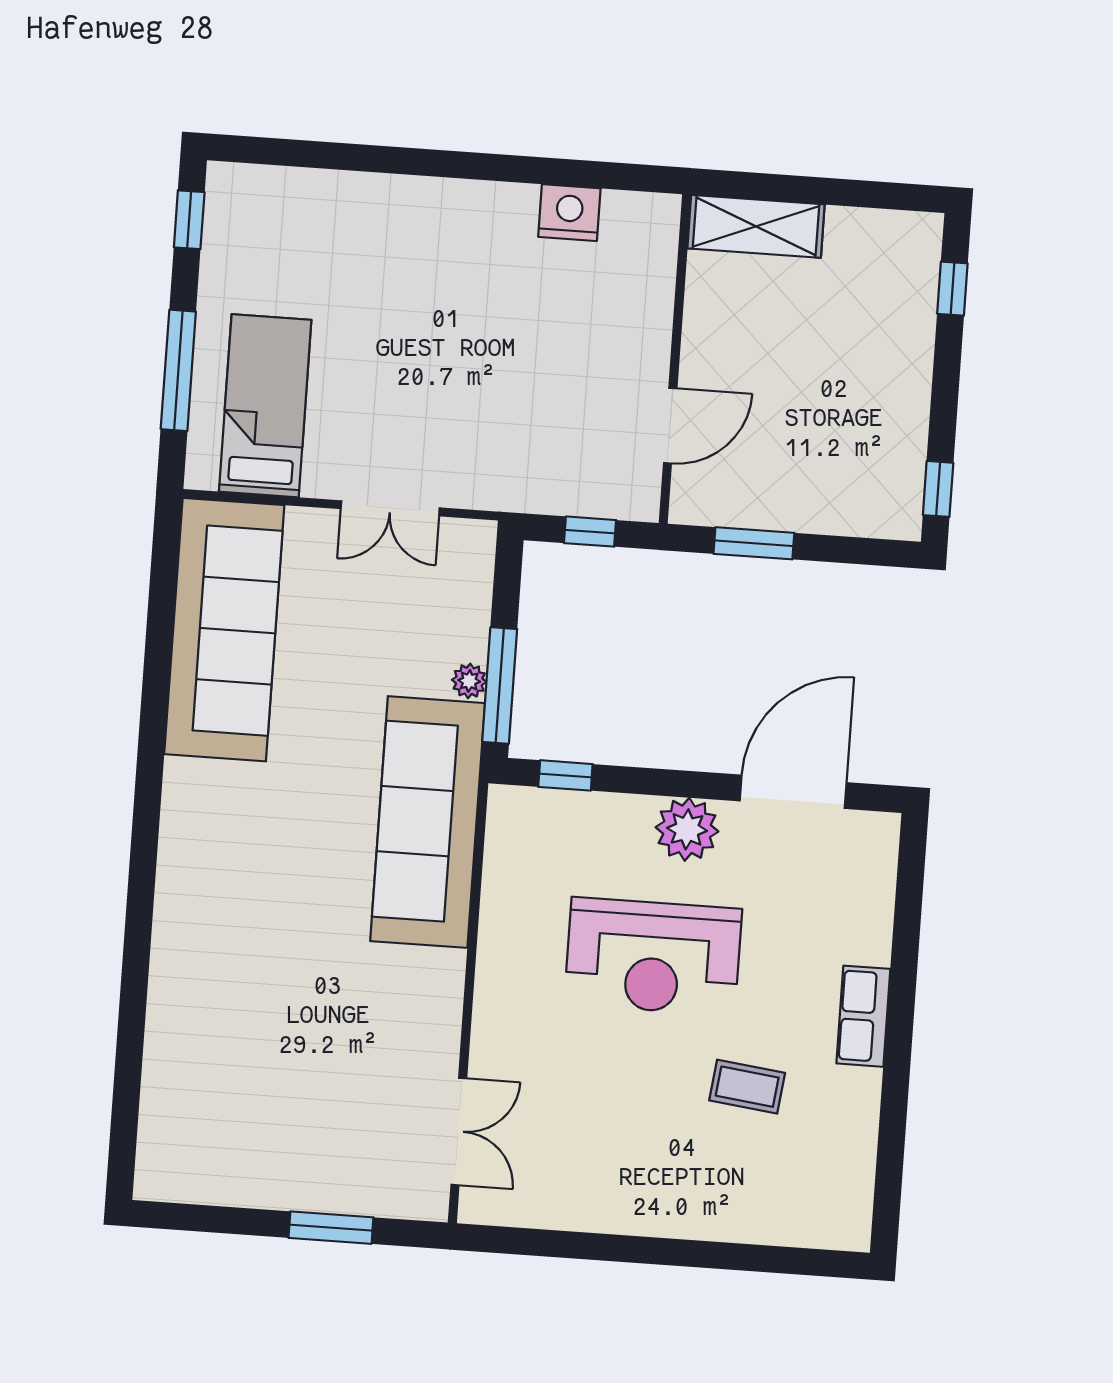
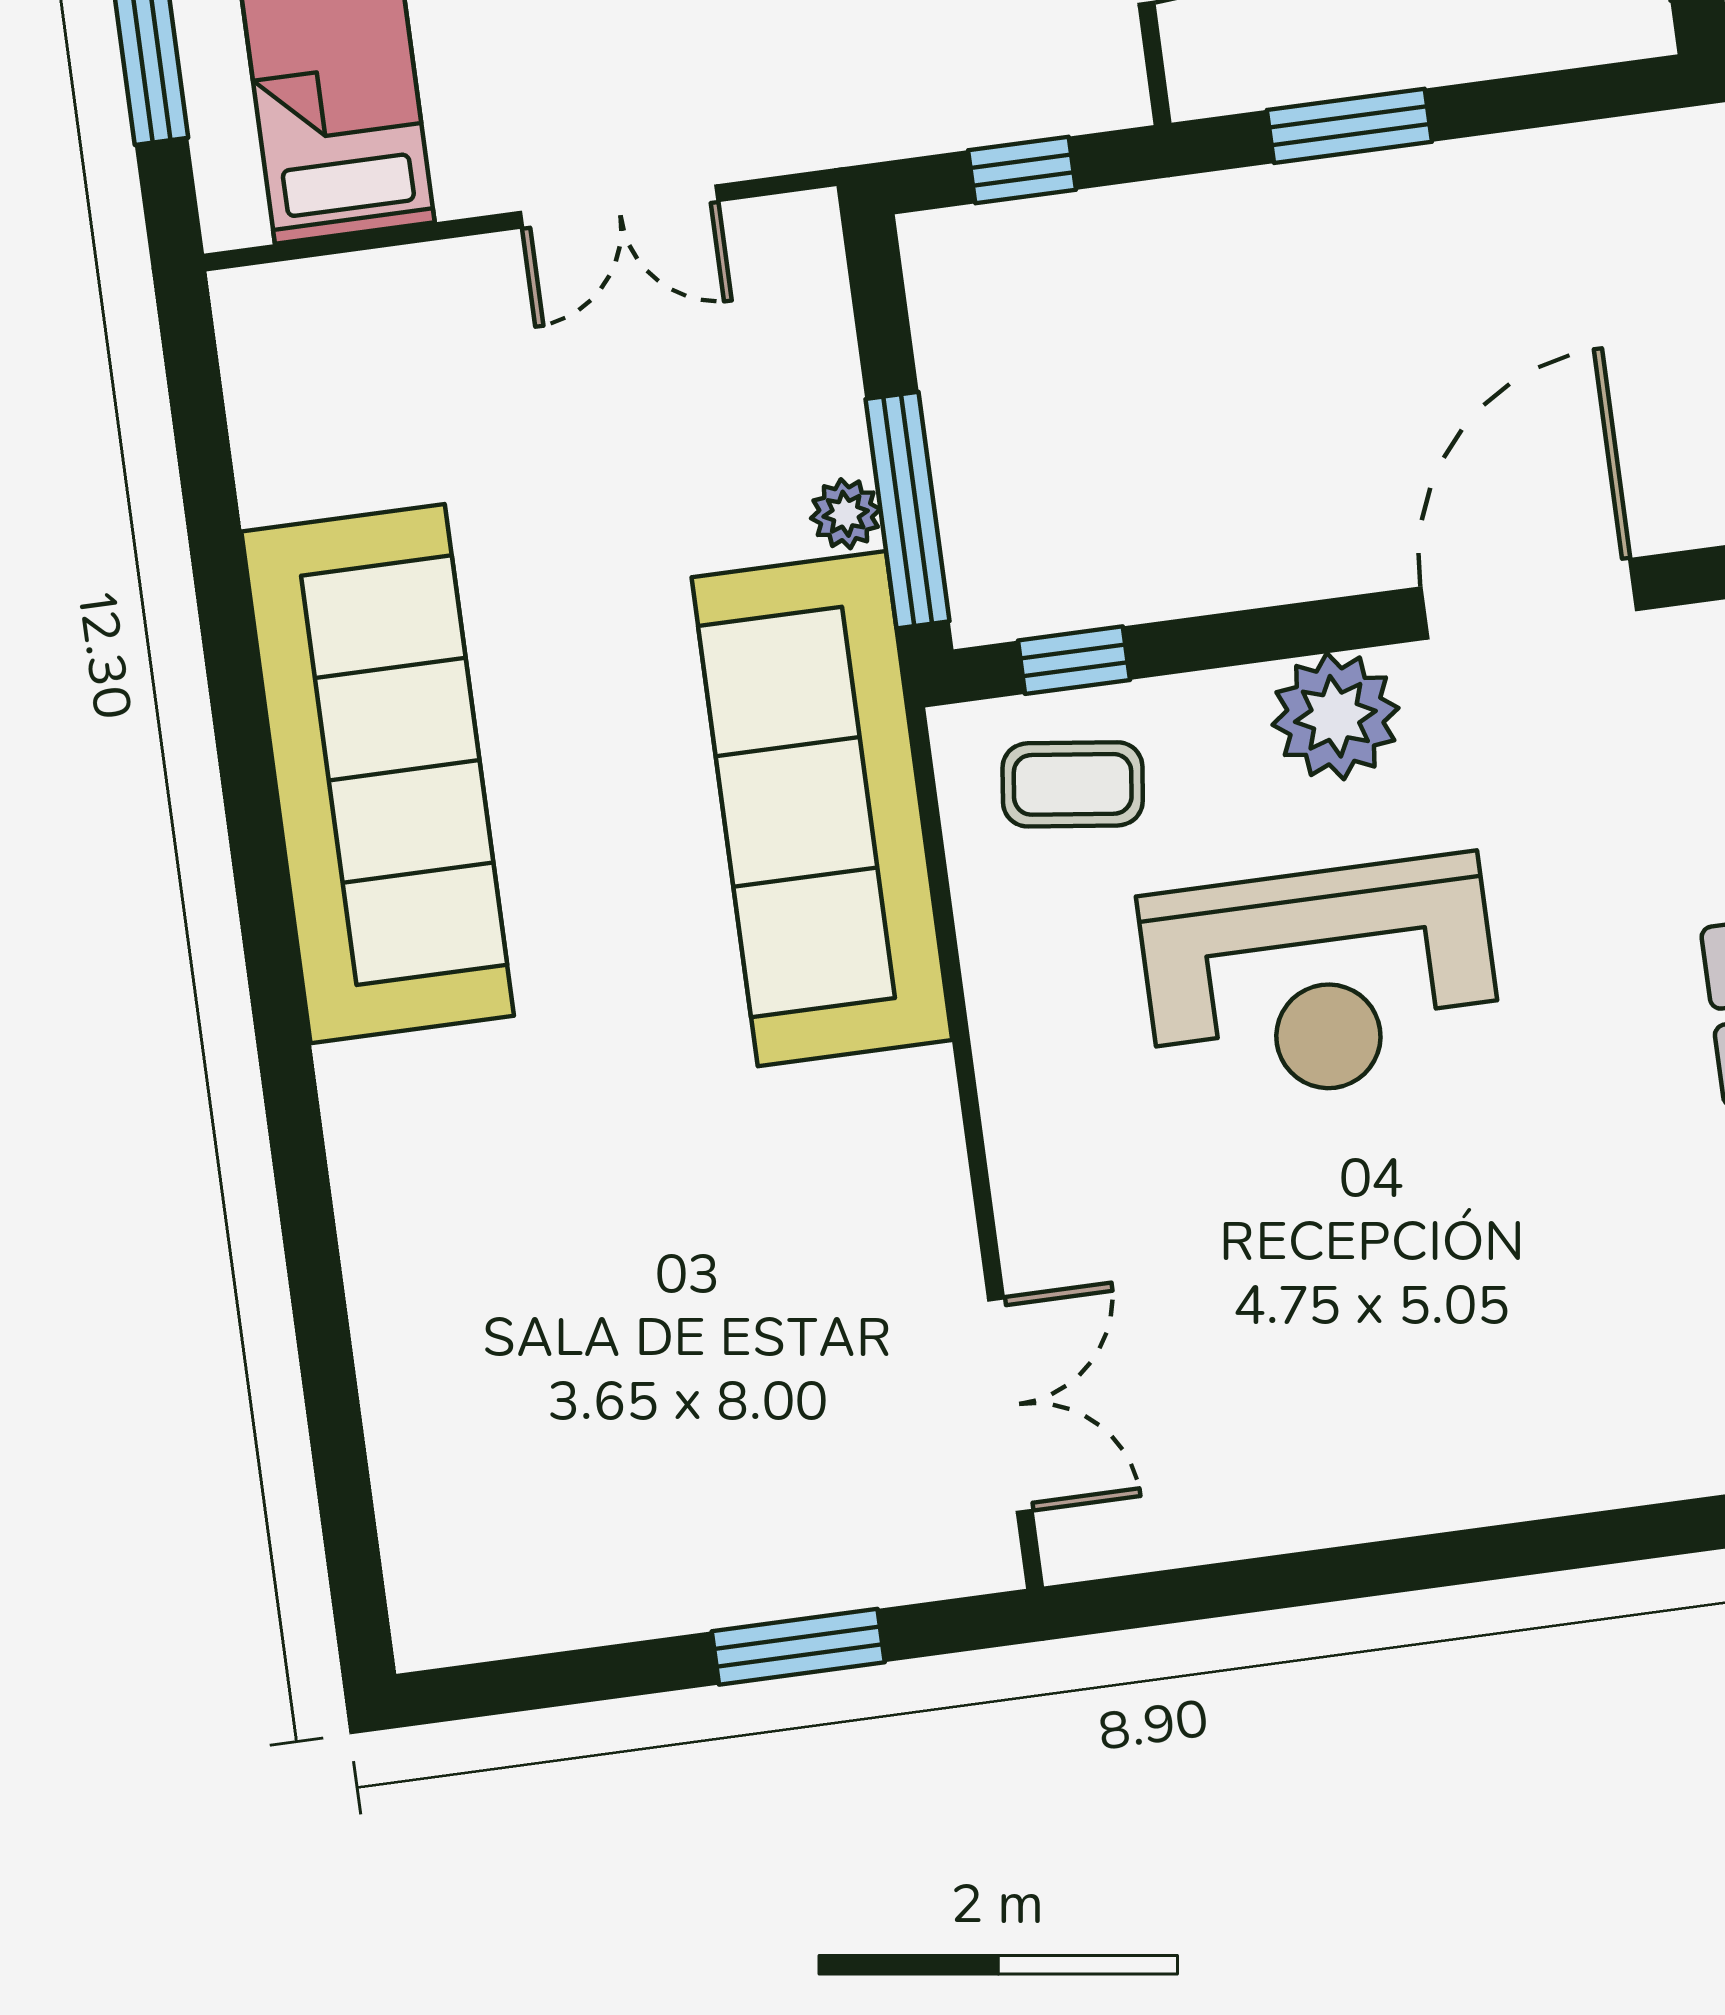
sofa: (224, 630) -> (378, 774), moved
coffee table: (747, 1087) -> (1073, 784), moved

